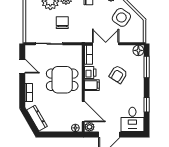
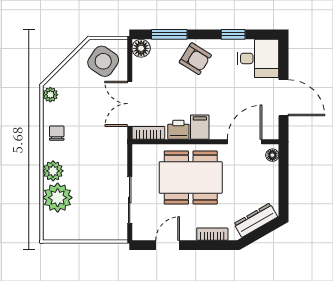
side table: (121, 17) -> (103, 61), moved
chair: (62, 23) -> (94, 177), removed
armchair: (118, 74) -> (195, 59), moved
dining table: (62, 80) -> (191, 178), width x1.38
plant: (89, 127) -> (271, 131), removed

